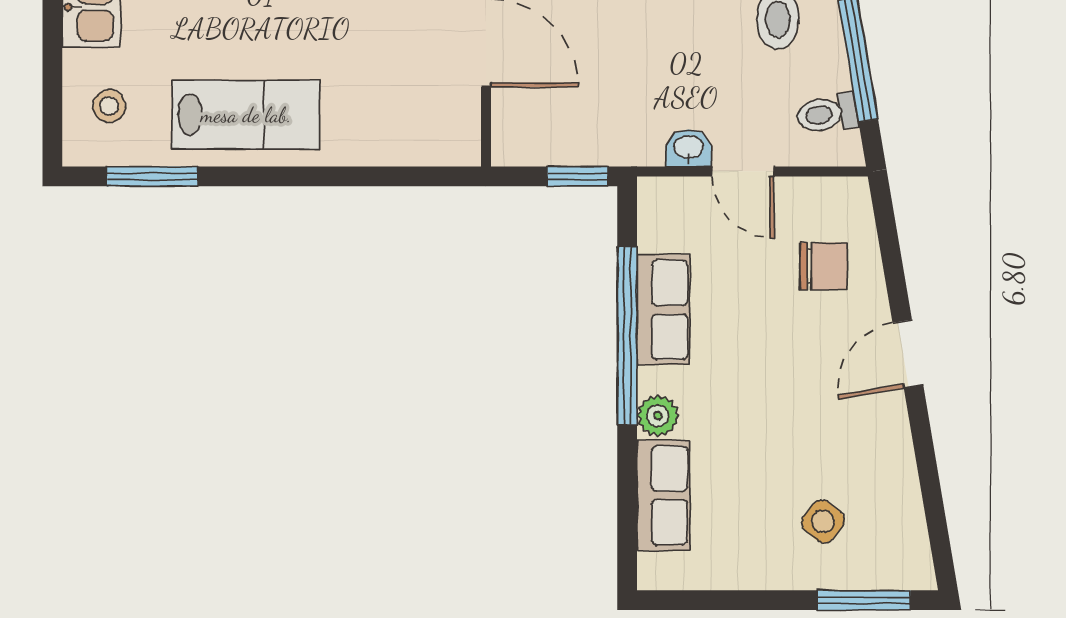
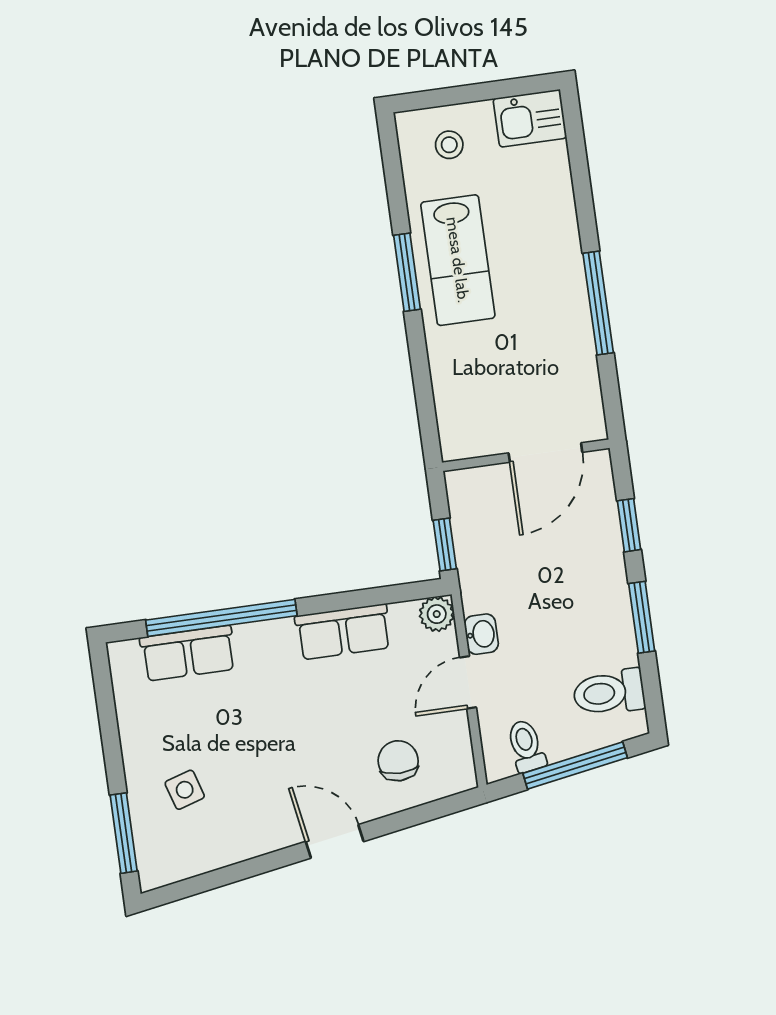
window: (152, 176) -> (407, 272), moved
chair: (824, 266) -> (398, 761), turned 180
window: (627, 336) -> (221, 618), moved
plant: (658, 416) -> (437, 614), moved
side table: (823, 521) -> (185, 790), turned 34

